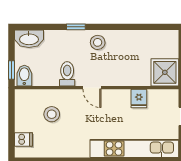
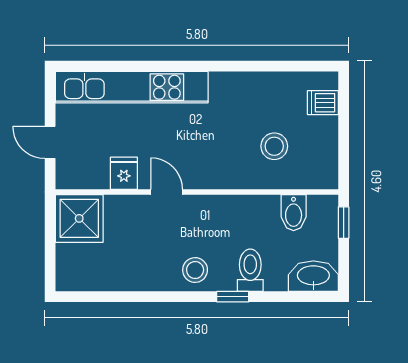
toilet: (67, 74) -> (250, 270), moved, turned 180
bidet: (24, 76) -> (294, 213), moved
door: (92, 88) -> (167, 192), moved

